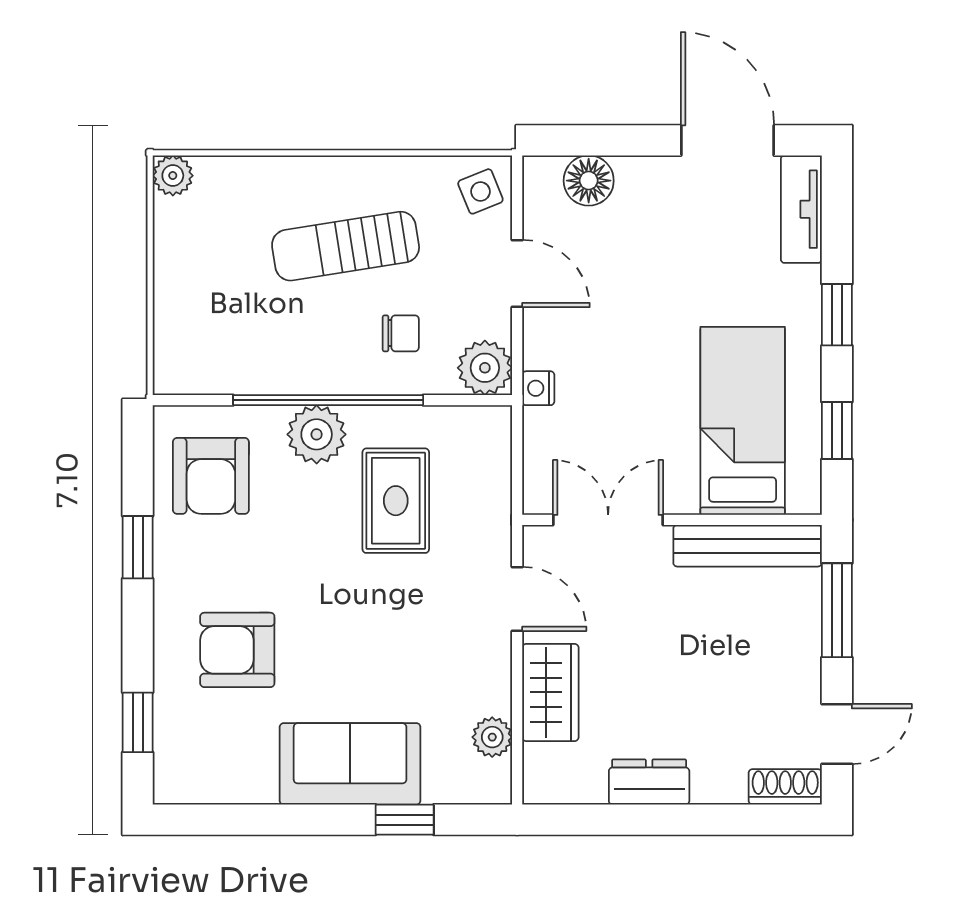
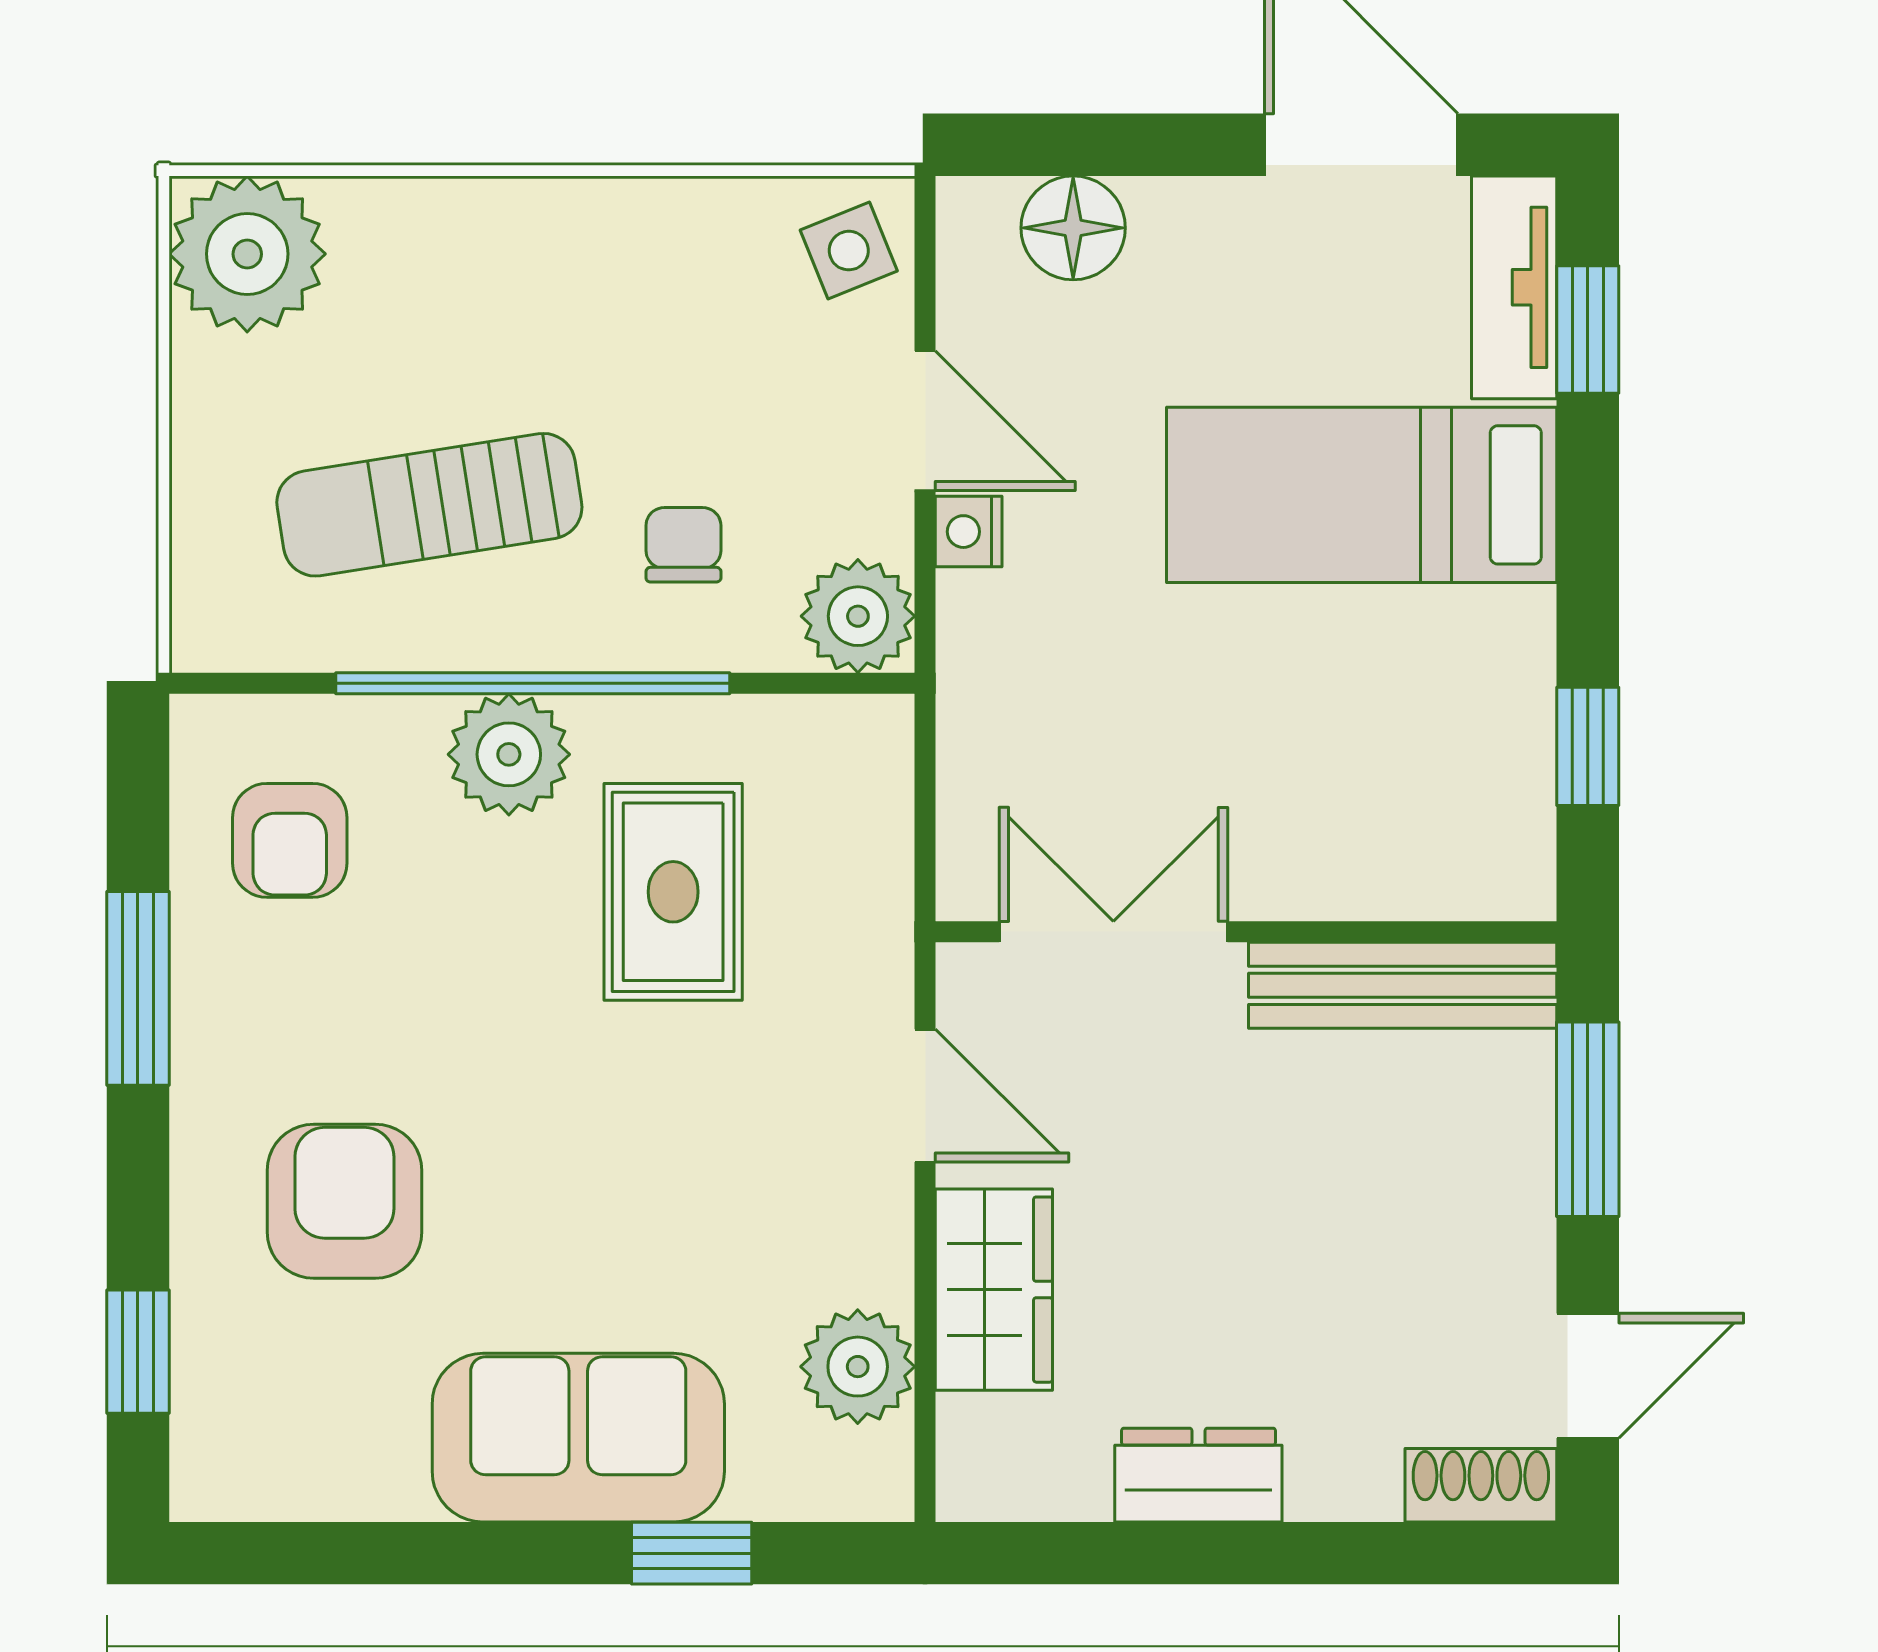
plant: (173, 176) -> (247, 254), width x1.88, depth x1.88
sun lounger: (346, 246) -> (429, 505), moved
window: (837, 315) -> (1588, 329), moved
chair: (401, 333) -> (683, 545), turned -90
nightstand: (538, 388) -> (969, 532), moved
bed: (743, 421) -> (1362, 495), moved, turned -90
armchair: (211, 476) -> (290, 840), width x0.72, depth x0.72
window: (138, 547) -> (138, 988), width x1.50
armchair: (237, 650) -> (344, 1201), turned 90
plant: (492, 737) -> (858, 1367), width x1.38, depth x1.38

